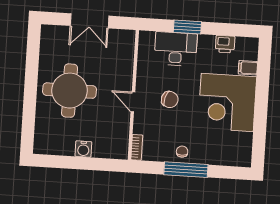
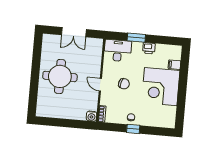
printer: (225, 44) -> (149, 48), moved
desk: (176, 49) -> (118, 51), moved
water cooler: (83, 149) -> (91, 116), moved
window: (186, 170) -> (133, 129), width x0.46

